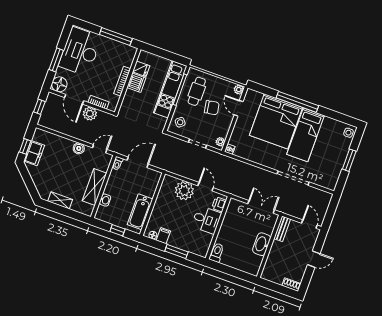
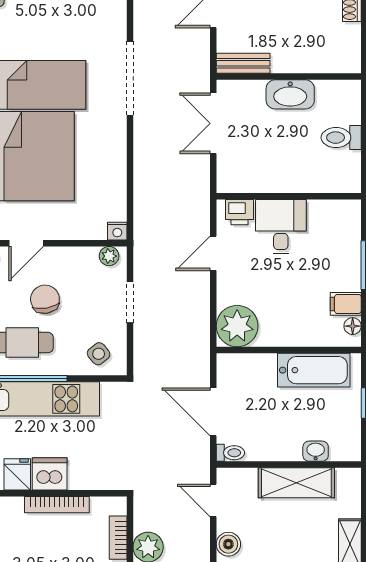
plant: (184, 191) -> (237, 326), moved
toilet: (217, 253) -> (341, 138), moved

